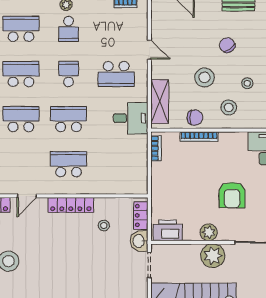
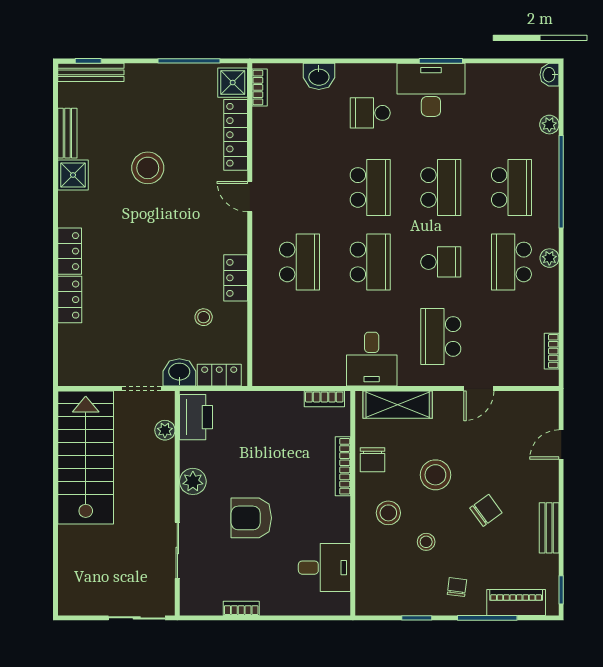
school desk: (69, 29) -> (511, 262), width x1.85
locker: (71, 205) -> (236, 278), width x0.66
plant: (213, 256) -> (165, 430), moved, width x0.53, depth x0.53

